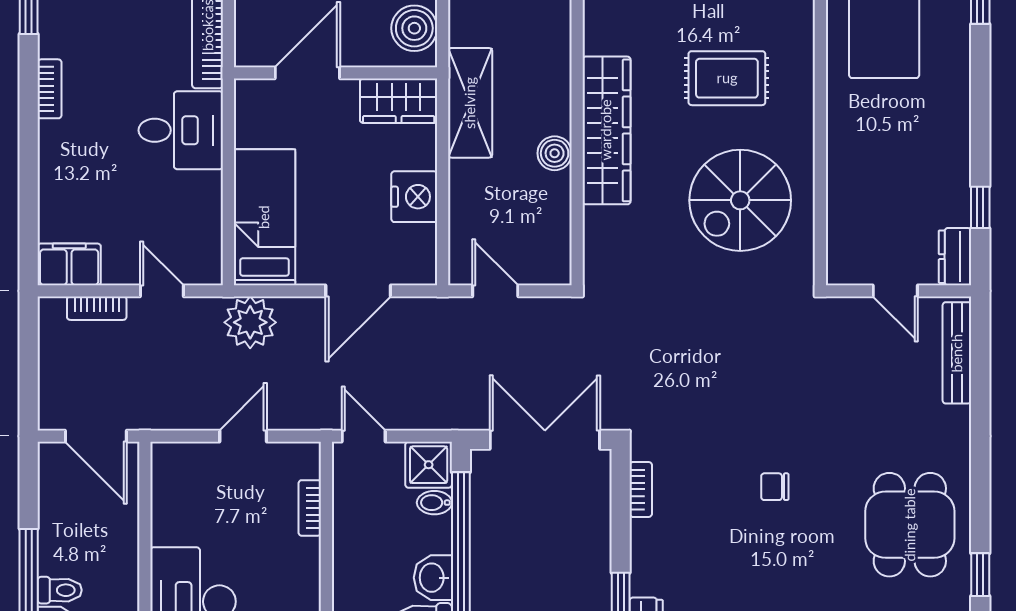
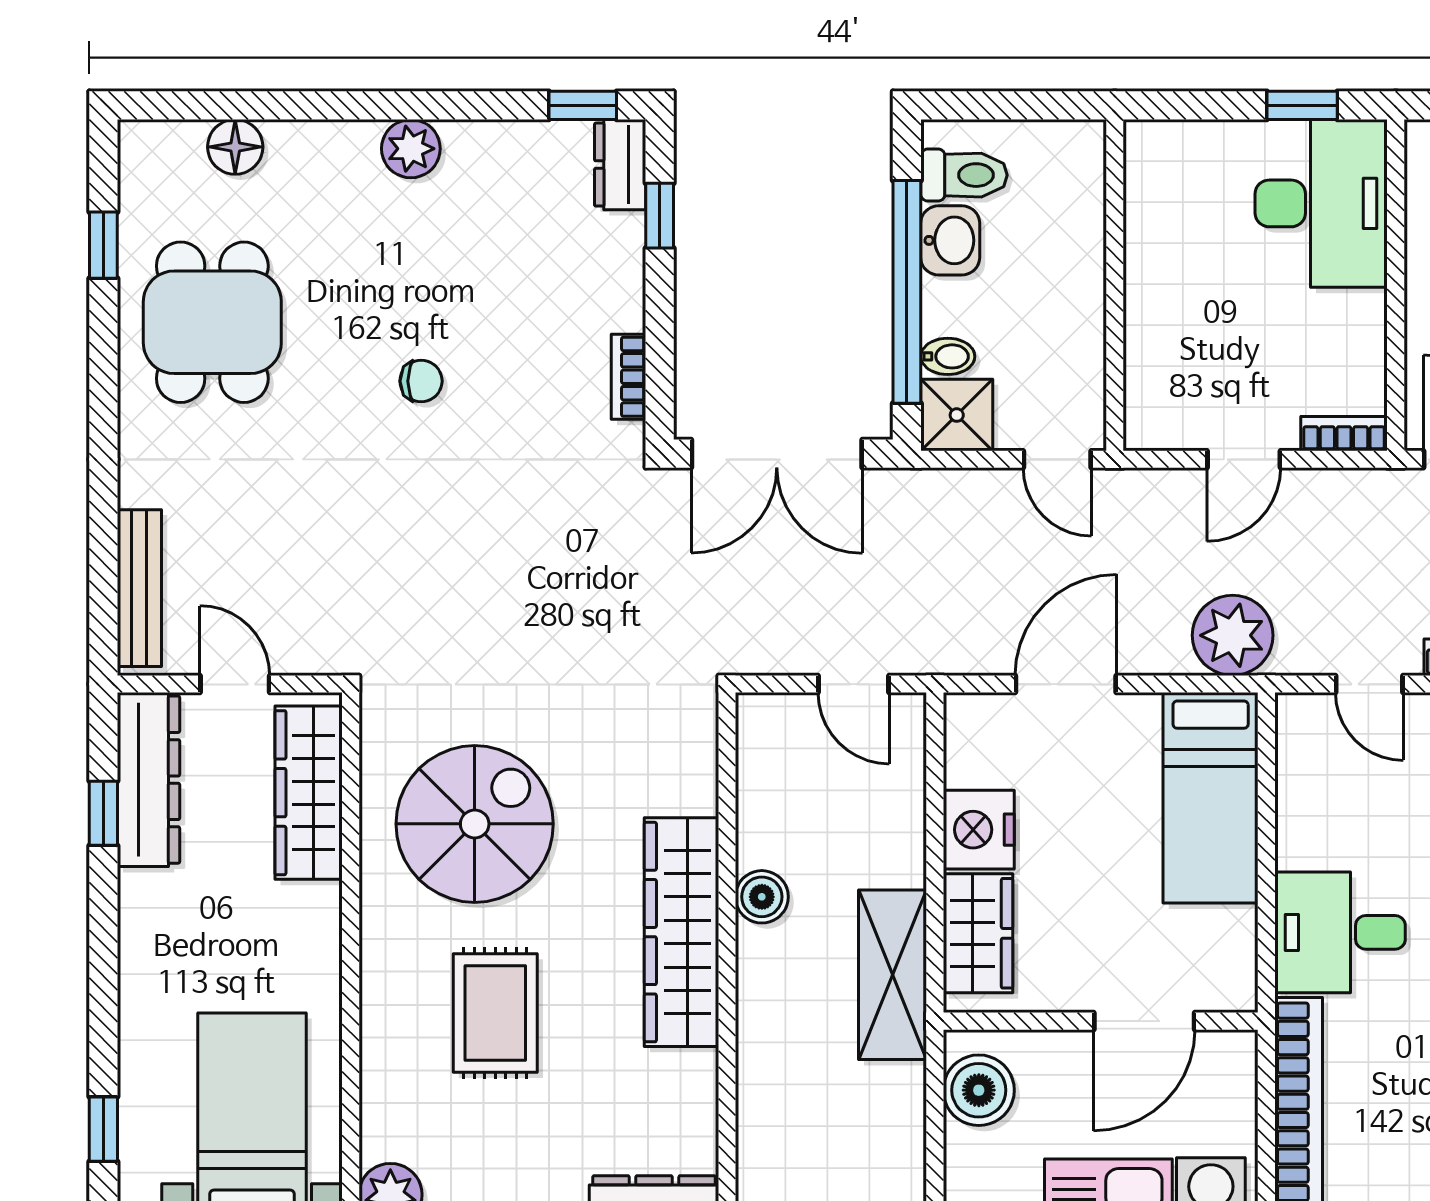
rug: (727, 78) -> (495, 1013), turned 90
wardrobe: (399, 101) -> (978, 933), moved, turned 90
wardrobe: (848, 221) -> (309, 793), added
dresser: (955, 257) -> (148, 780), width x1.96, depth x1.24
bookcase: (310, 508) -> (1344, 434), moved, turned -90

